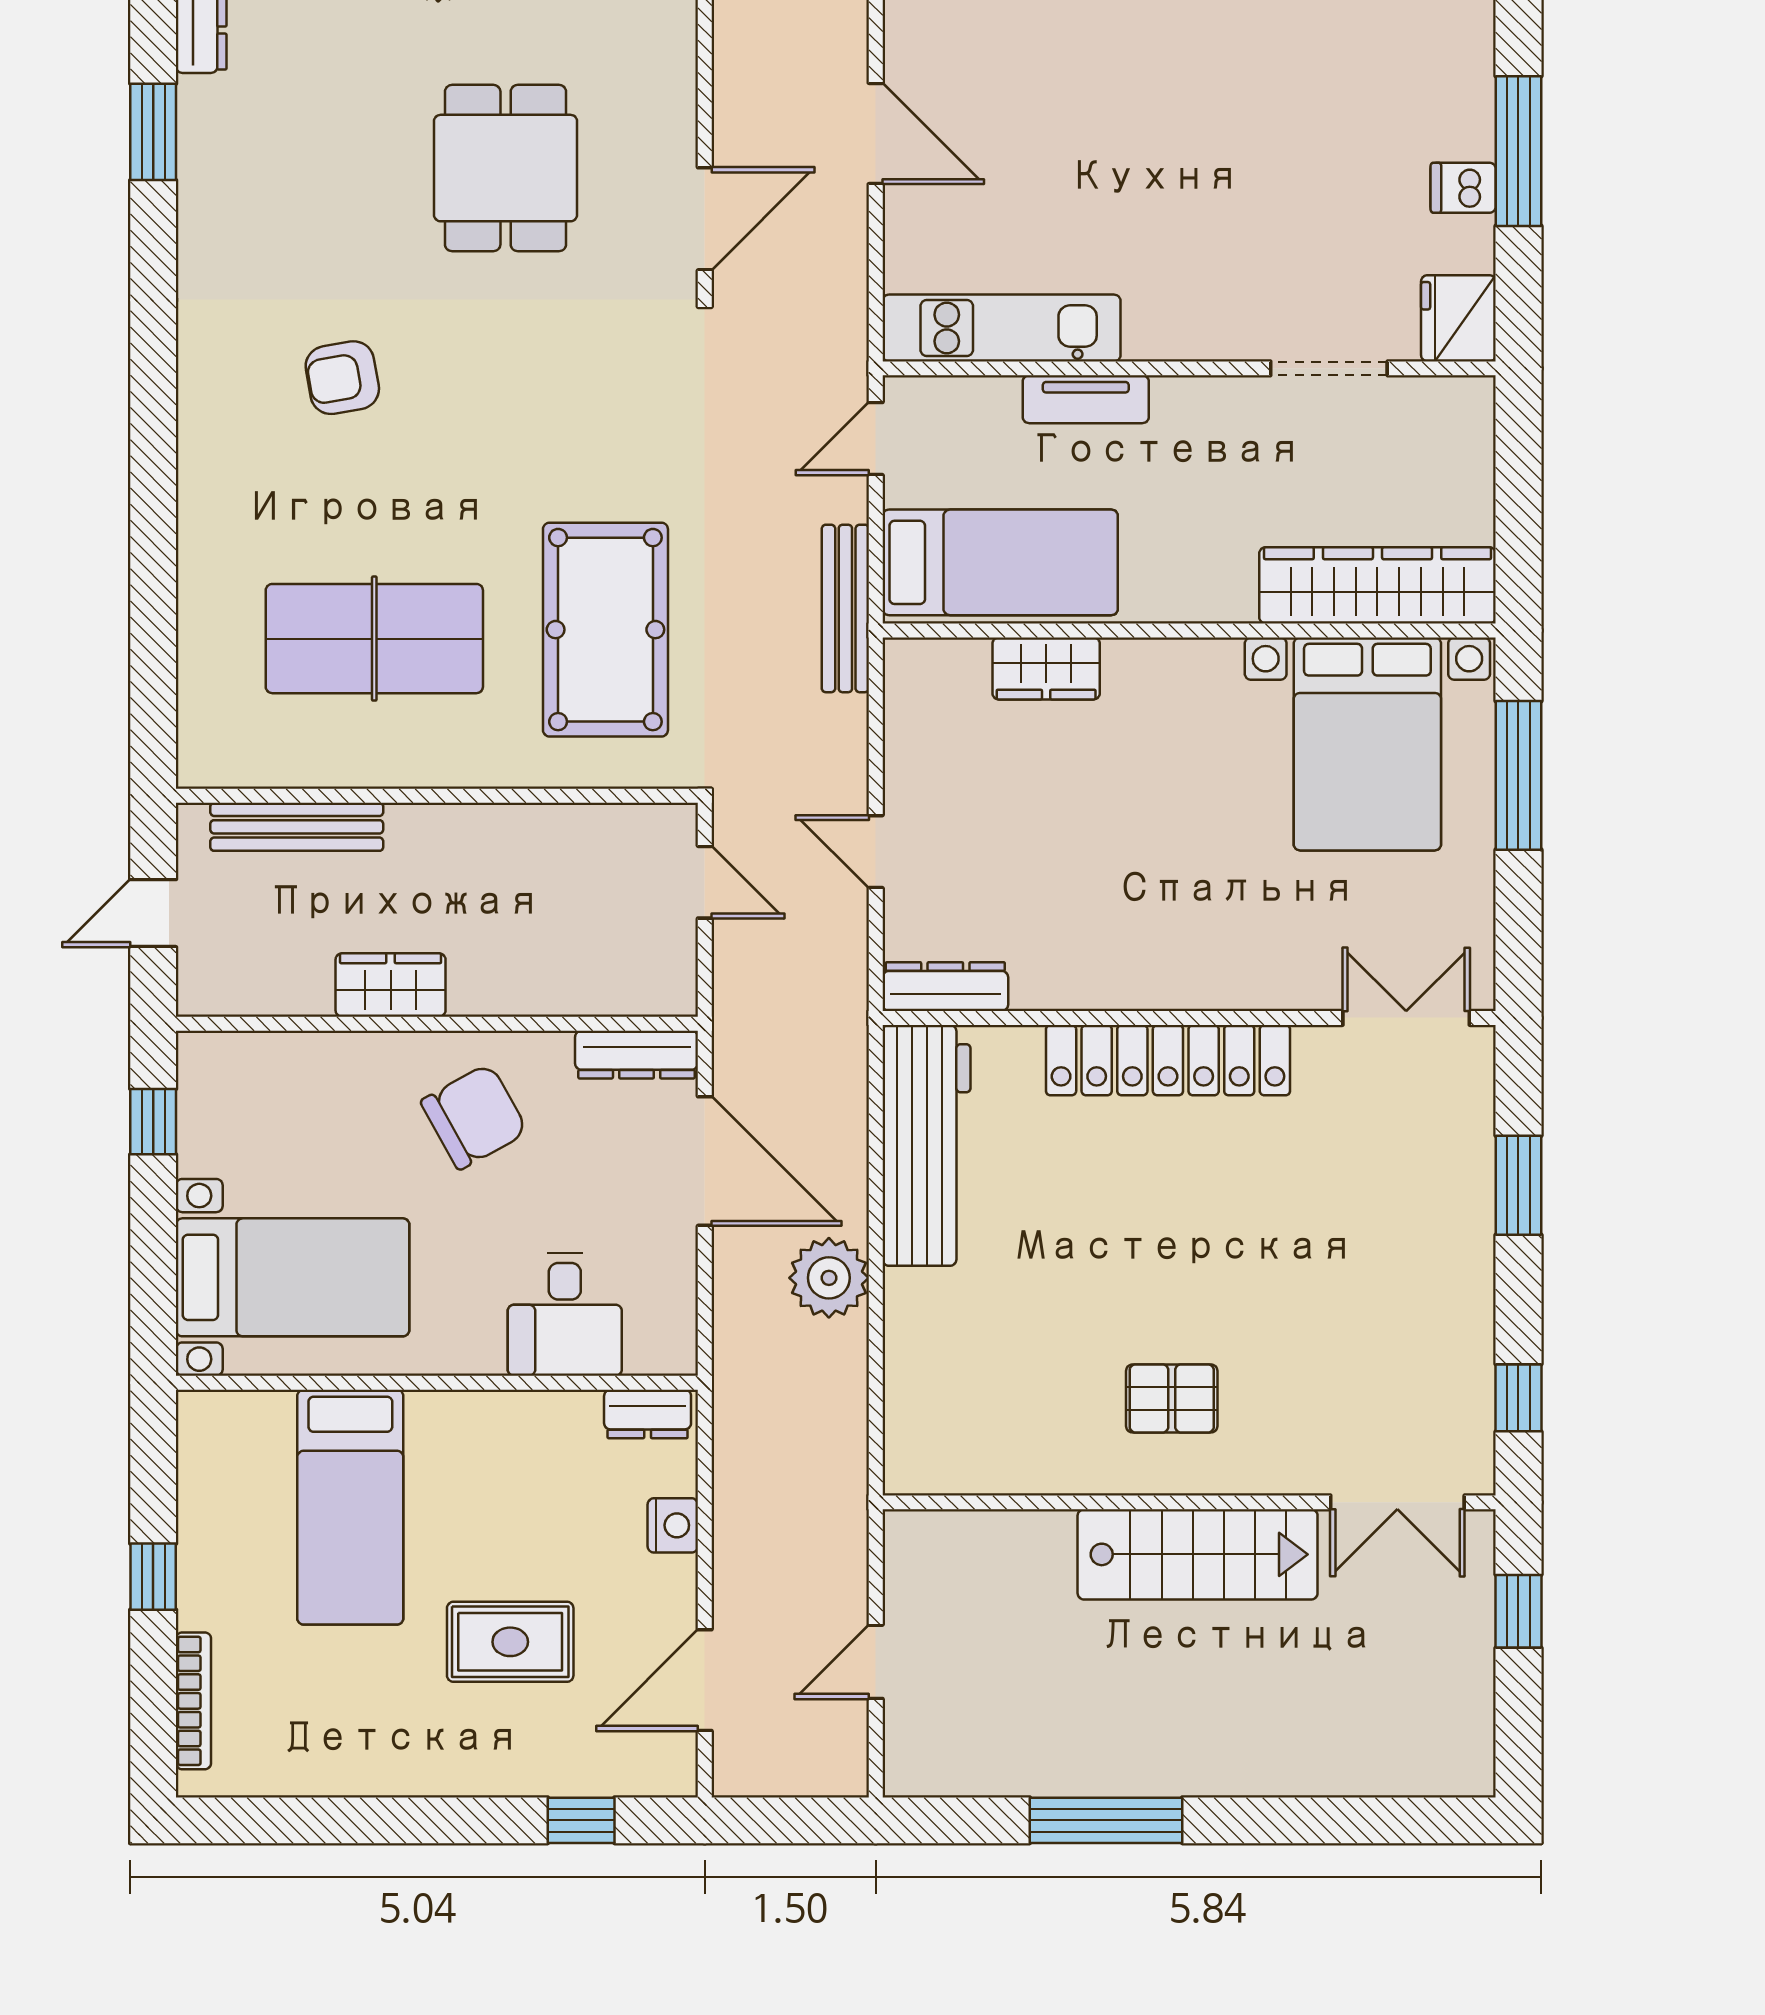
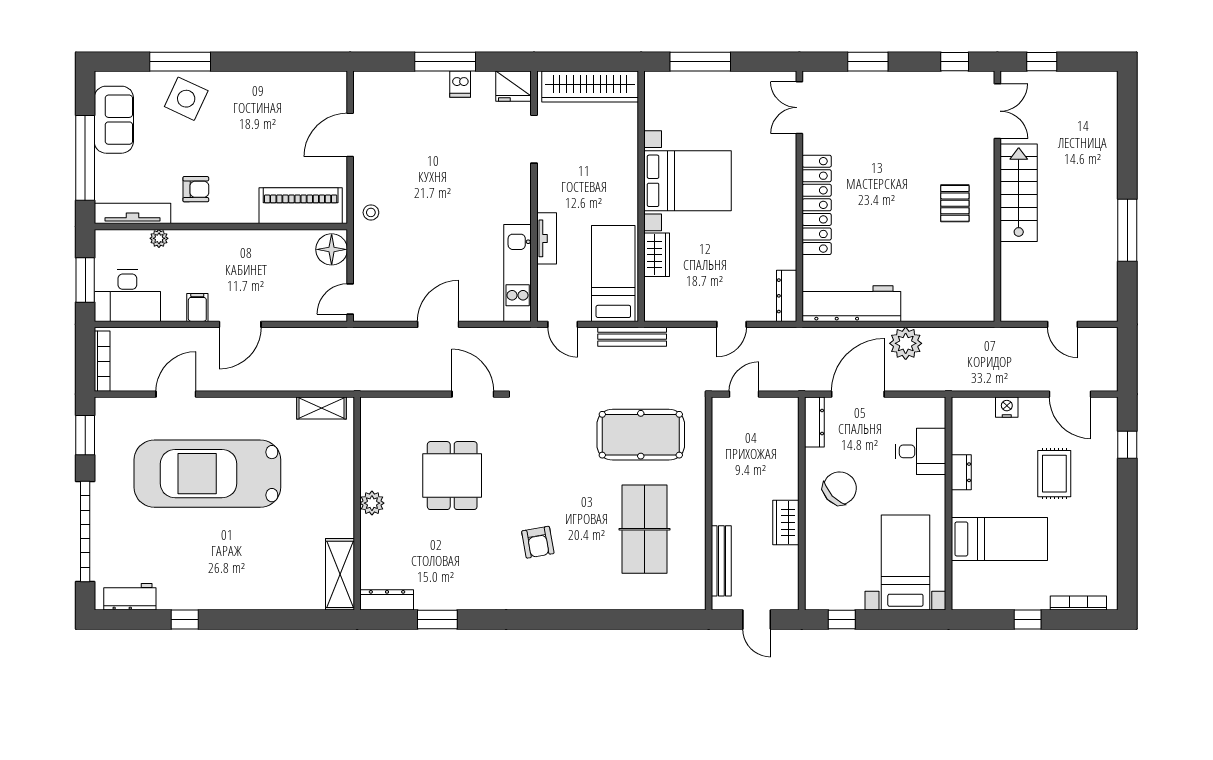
dining table: (506, 168) -> (452, 476), turned 90
wardrobe: (1377, 585) -> (590, 87), moved, turned -90
bed with nightstands: (1367, 744) -> (687, 181), moved
chair: (474, 1117) -> (840, 488), turned 76
dresser: (648, 1414) -> (961, 472), moved

